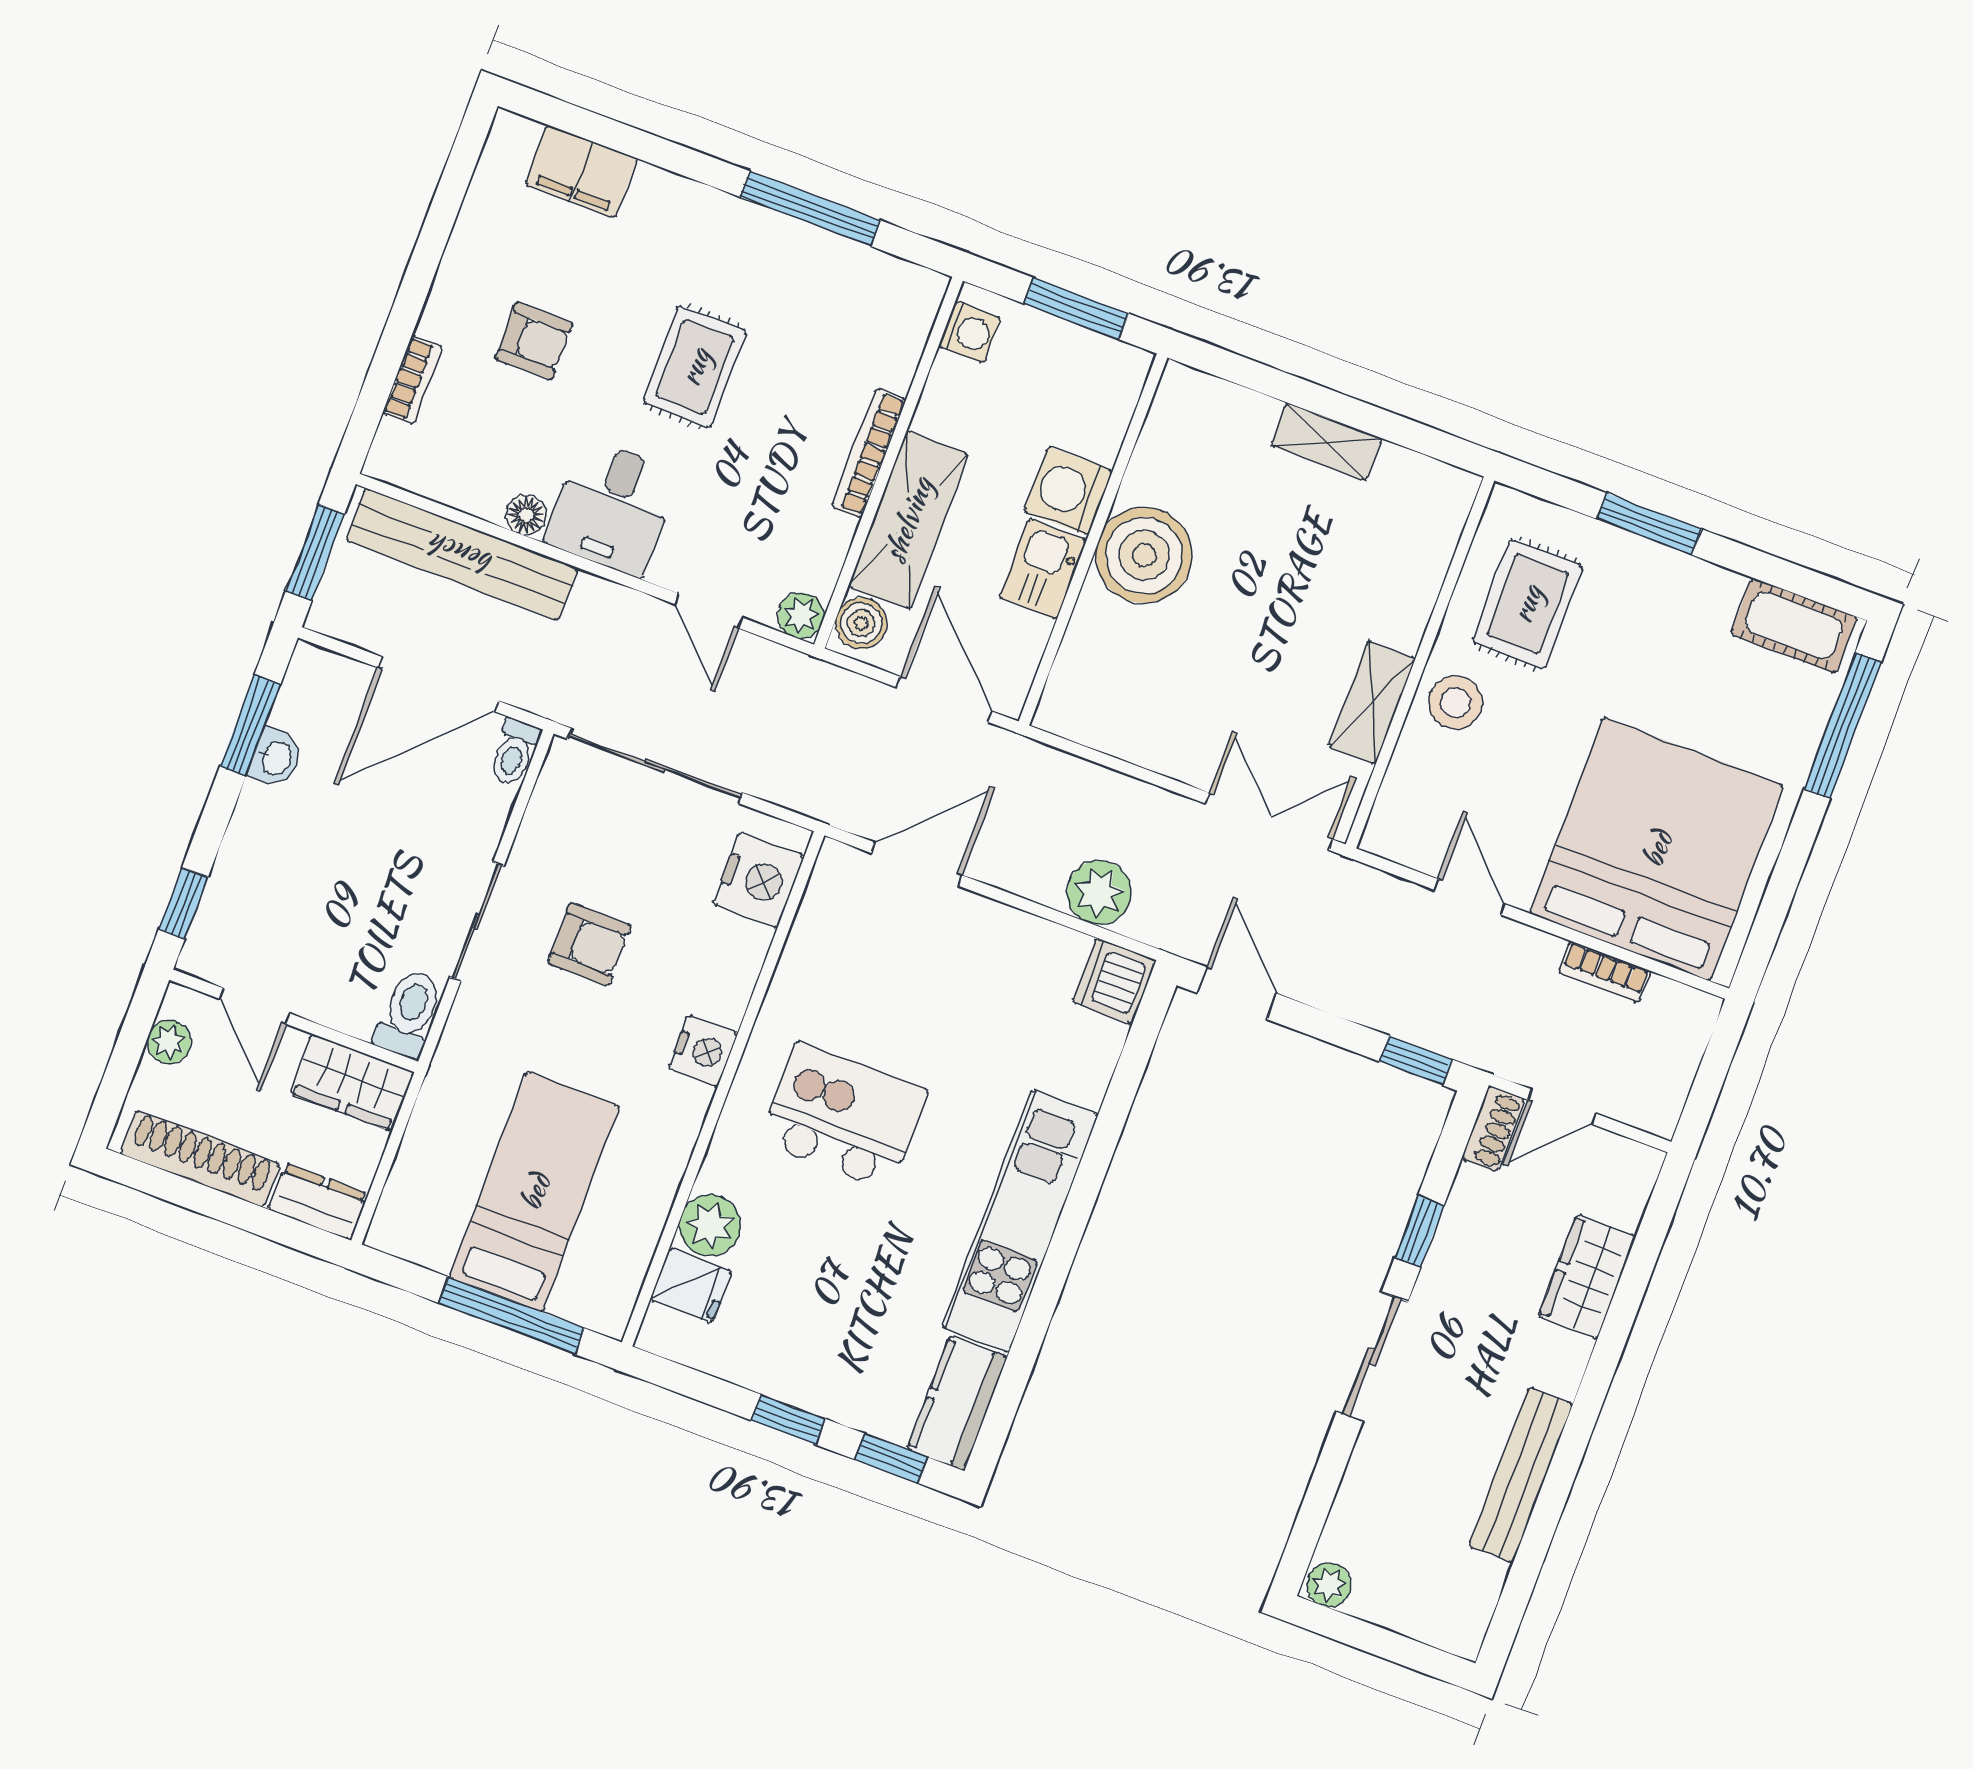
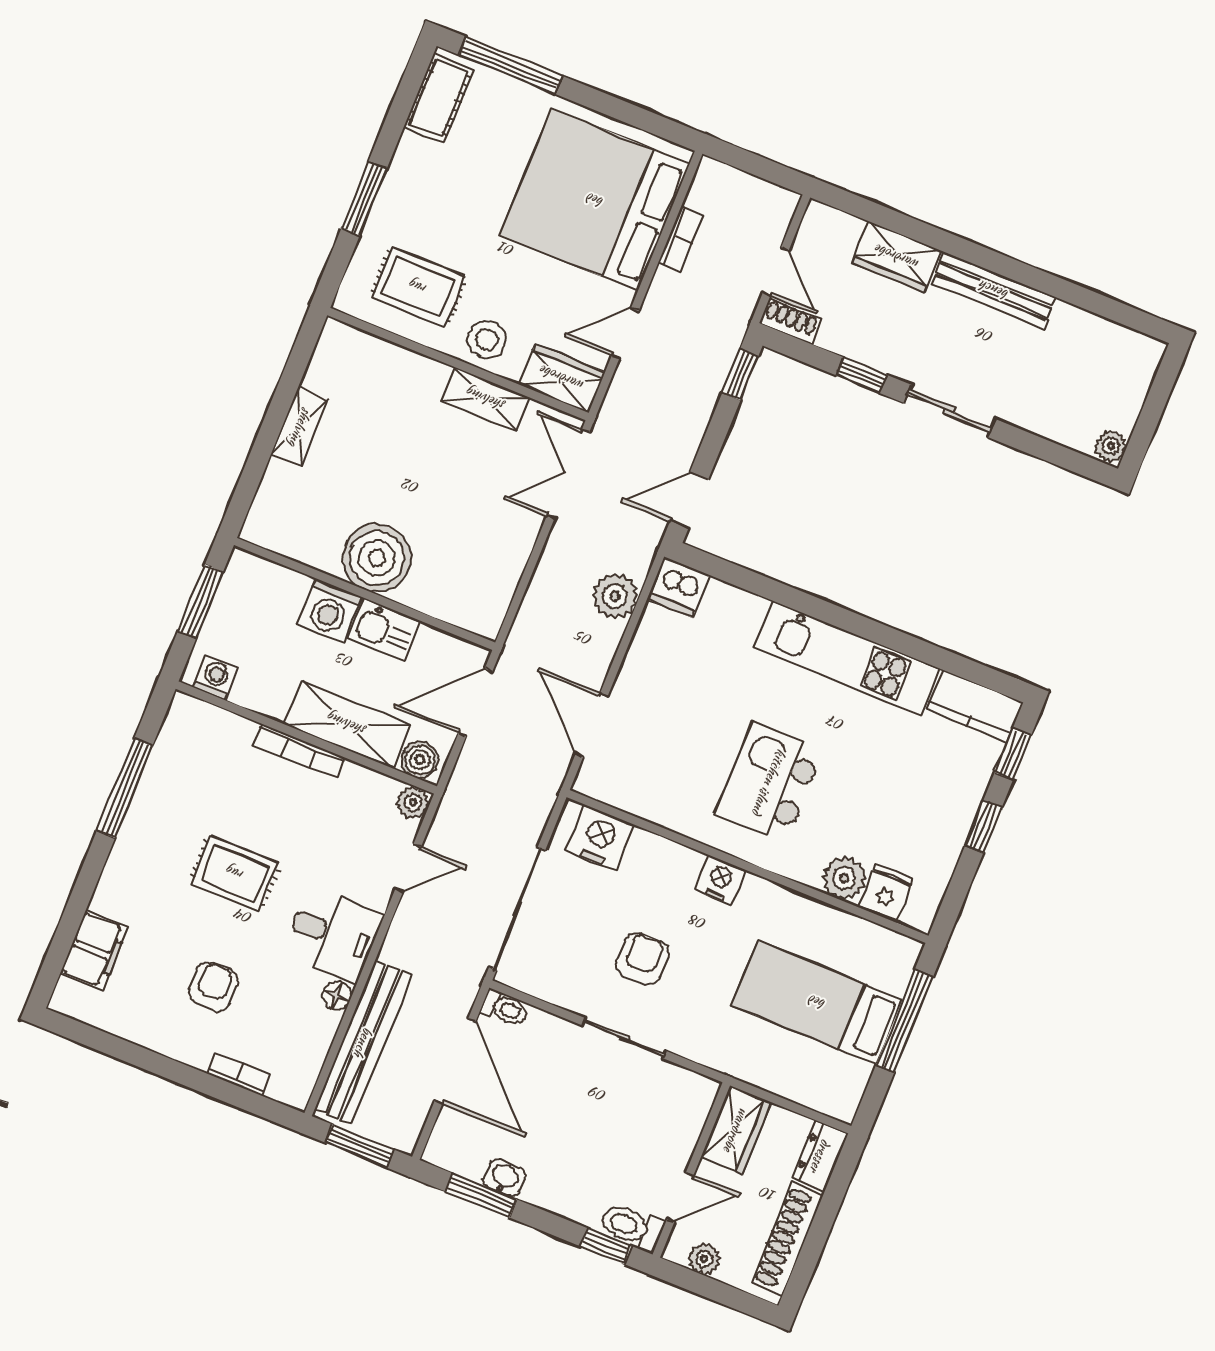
wardrobe: (1404, 810) -> (562, 378), added
toilet: (409, 1013) -> (632, 1227), moved
bench: (1521, 1475) -> (994, 290), moved

